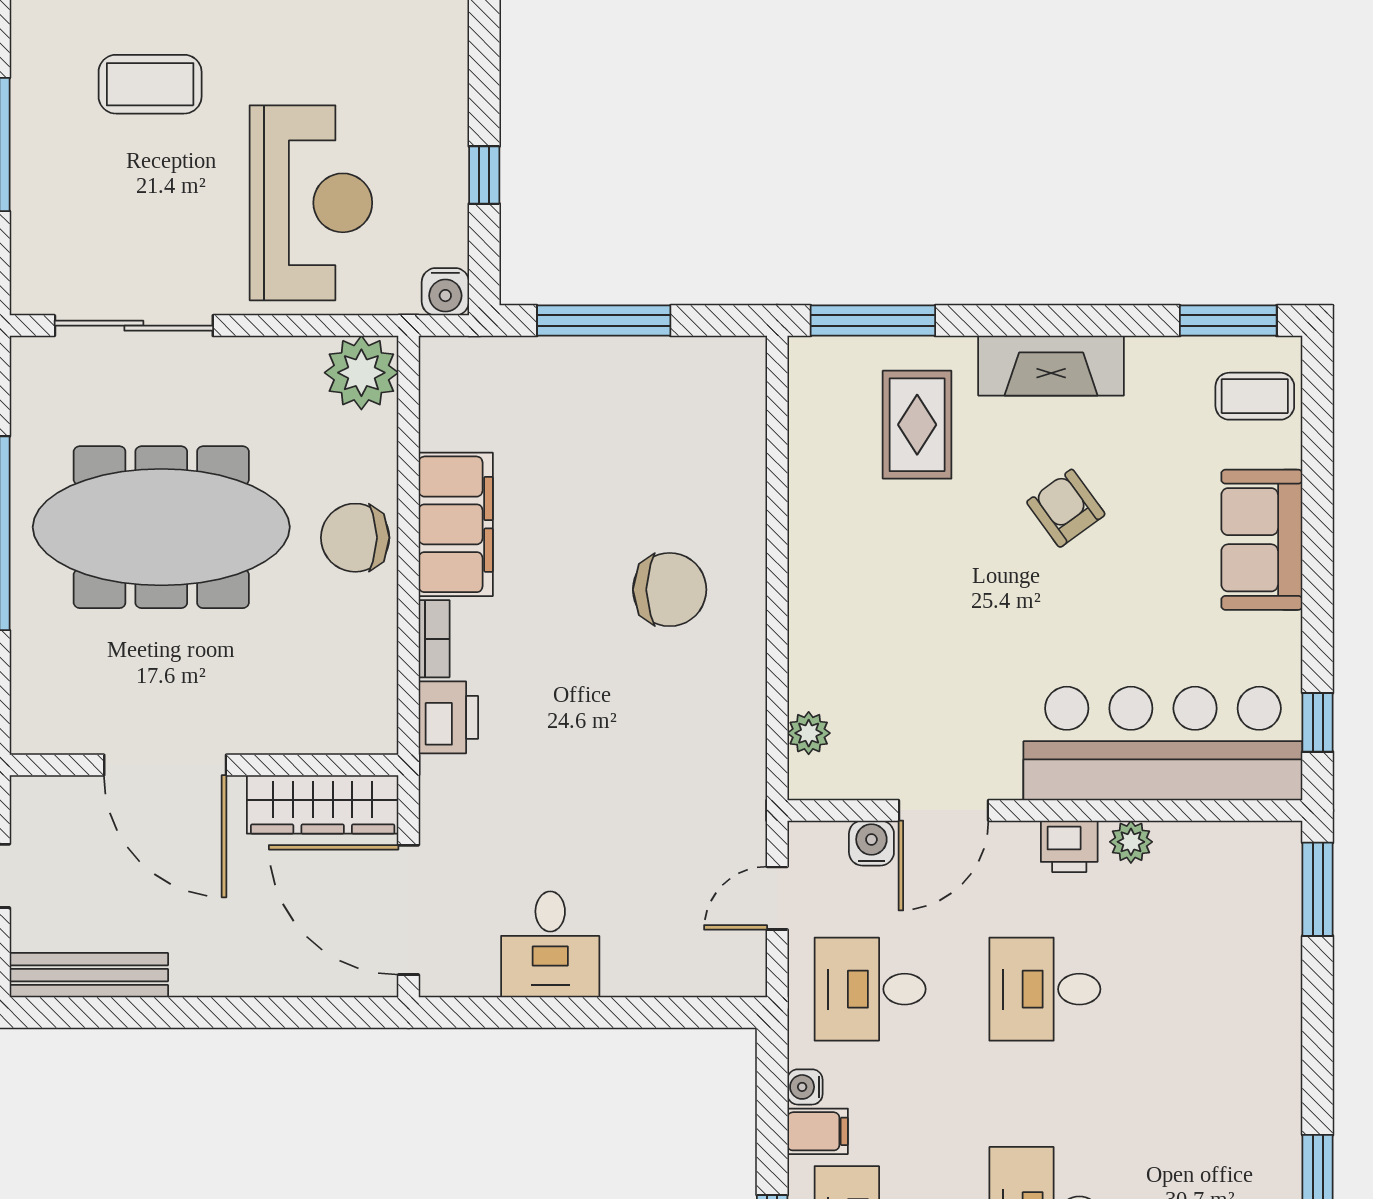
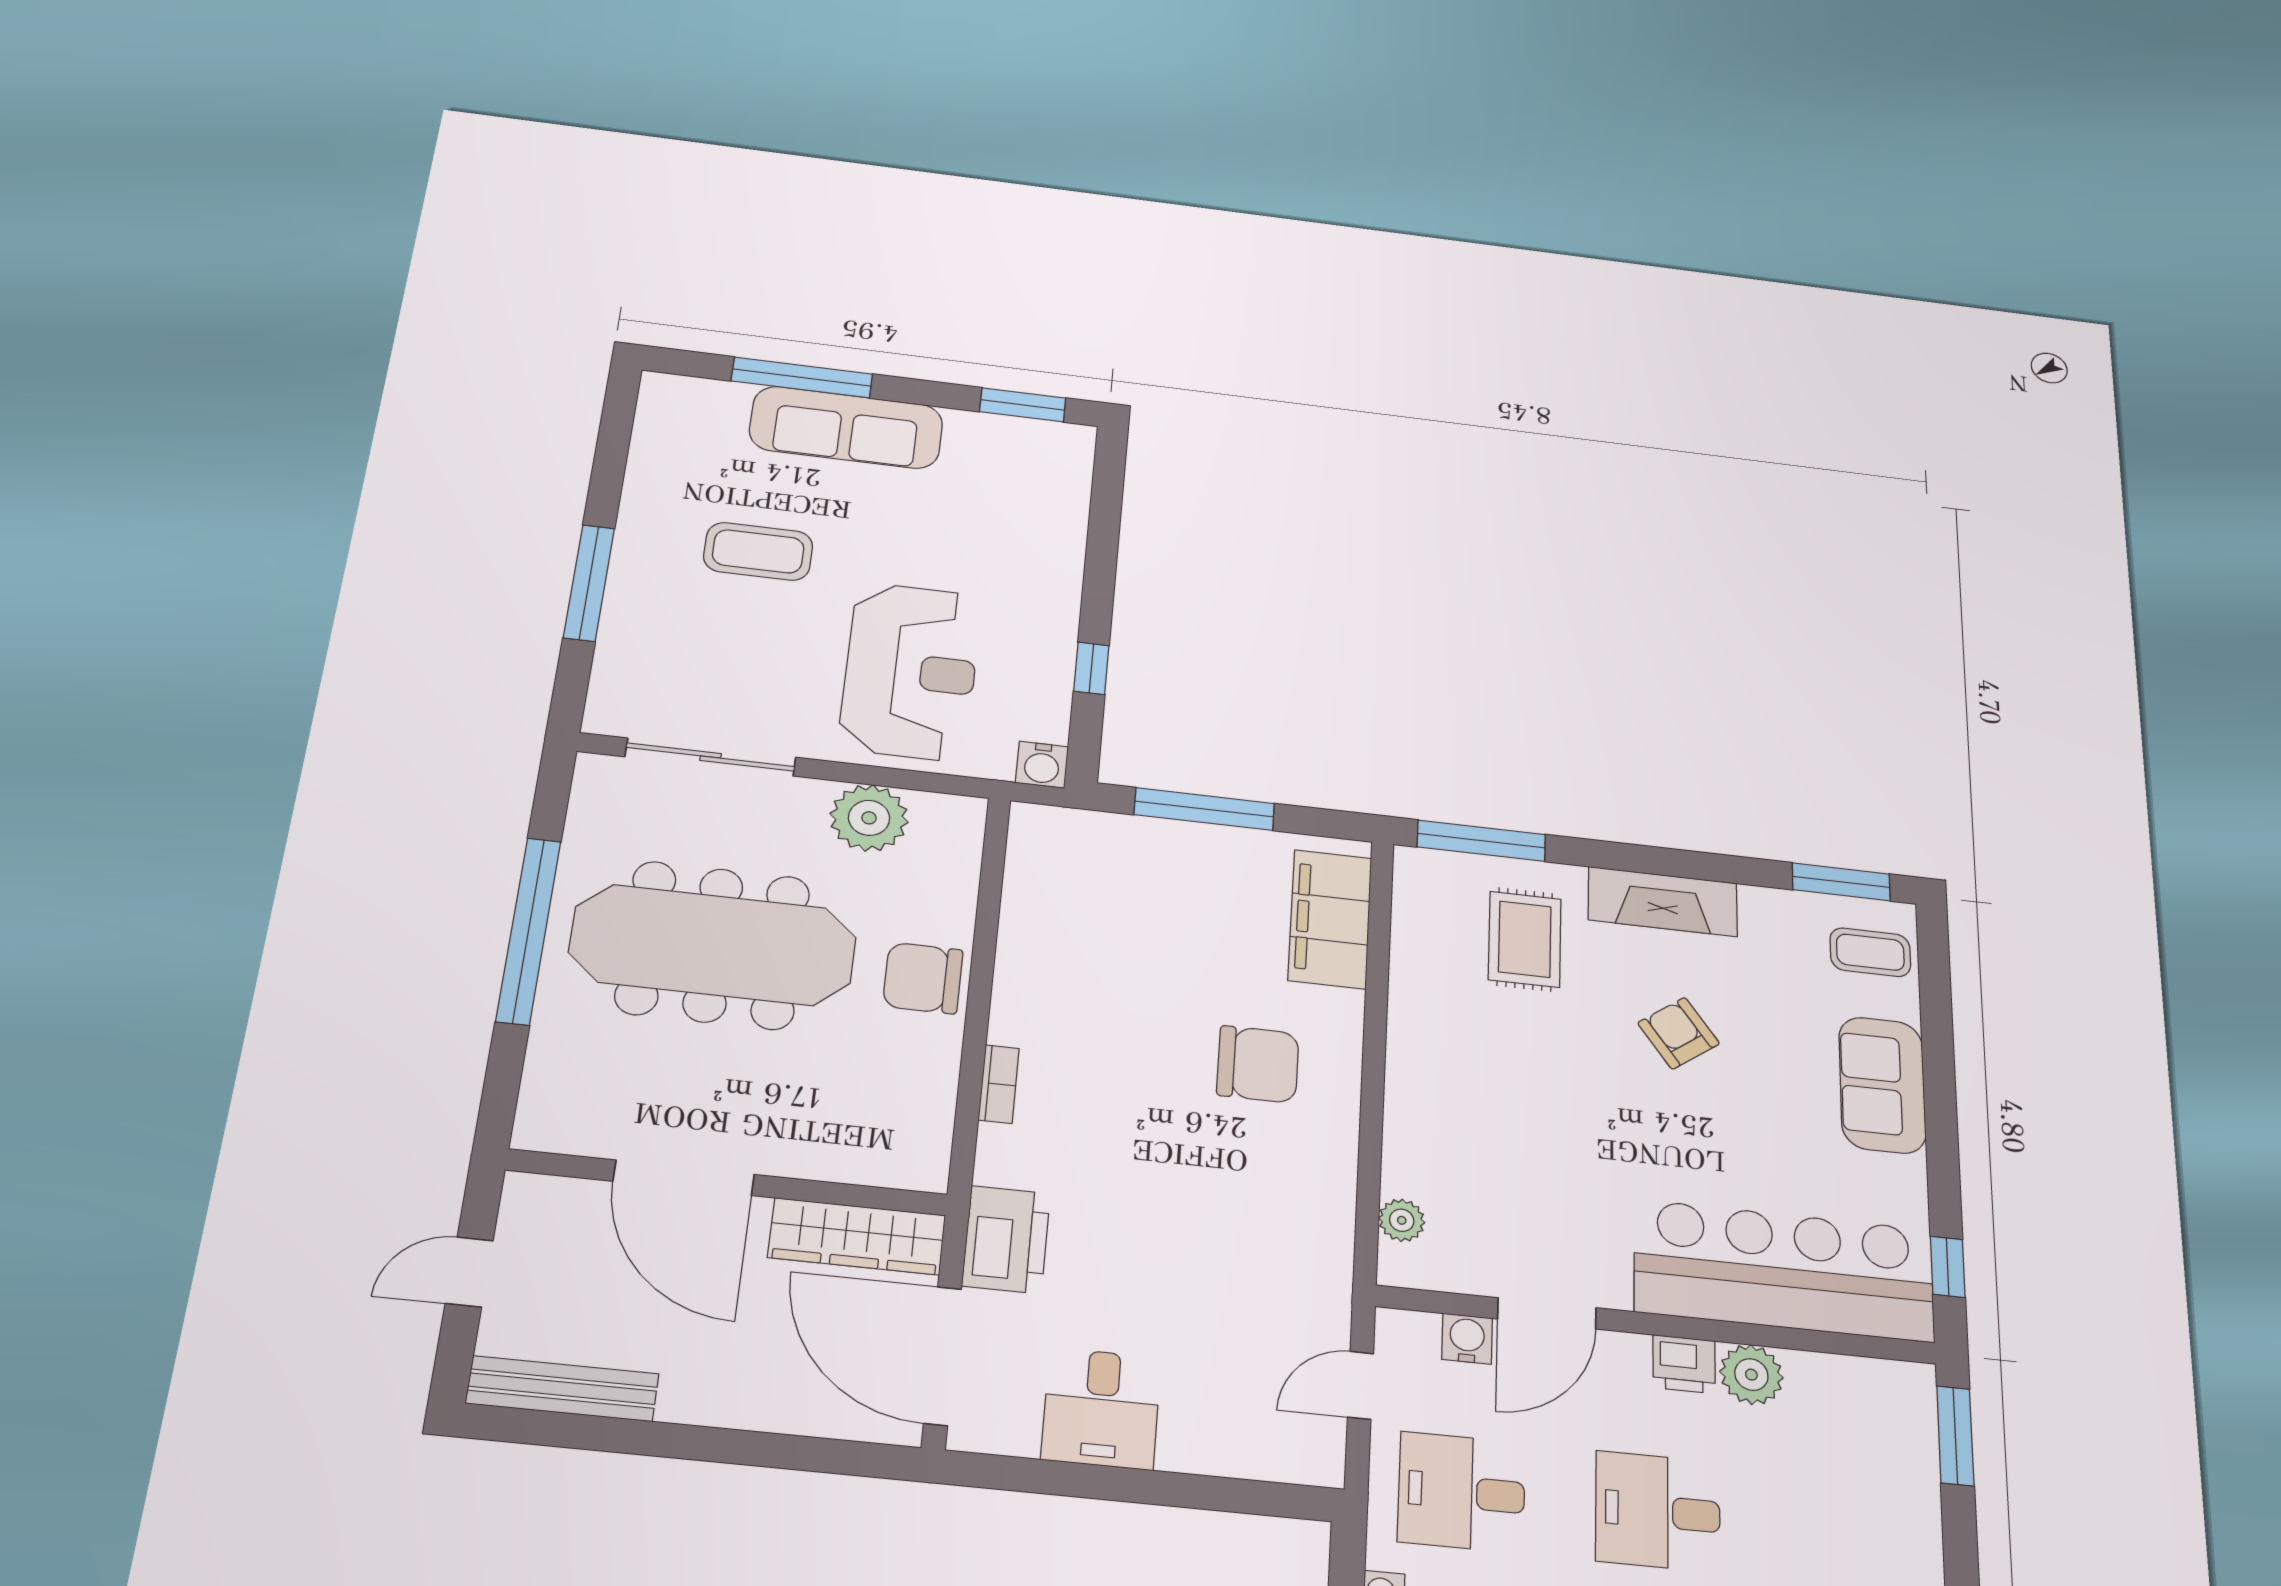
plant: (361, 373) -> (869, 818), moved
filing cabinet: (456, 524) -> (1330, 919), moved, turned 180
printer: (448, 717) -> (1006, 1240), moved, width x1.37, depth x1.19
plant: (1131, 842) -> (1751, 1375), width x1.38, depth x1.38

